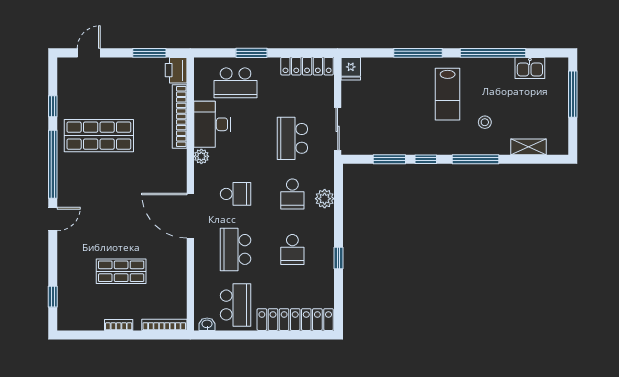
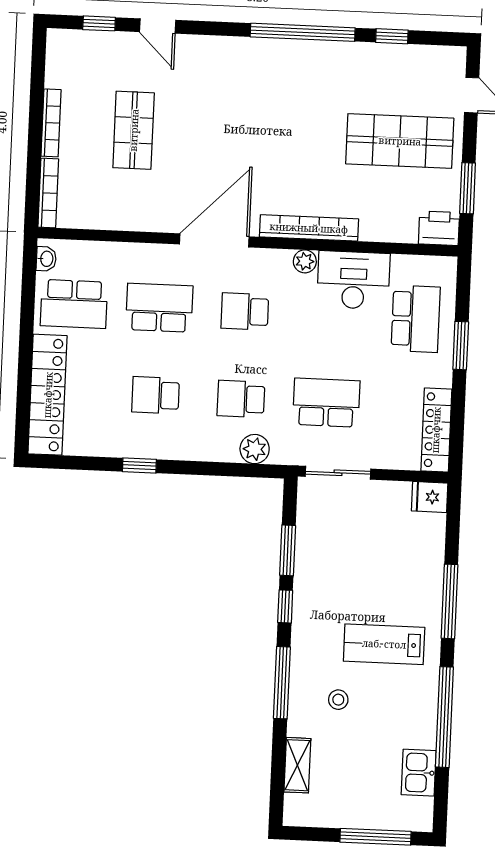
school desk: (236, 83) -> (416, 319), turned 180
bookcase: (180, 116) -> (309, 228), moved
shop shelf: (99, 136) -> (400, 141), moved, turned 90
school desk: (236, 194) -> (245, 311), turned 90
plant: (325, 199) -> (255, 449), moved
door: (53, 219) -> (158, 26), moved
bookcase: (119, 325) -> (51, 123), width x1.56

